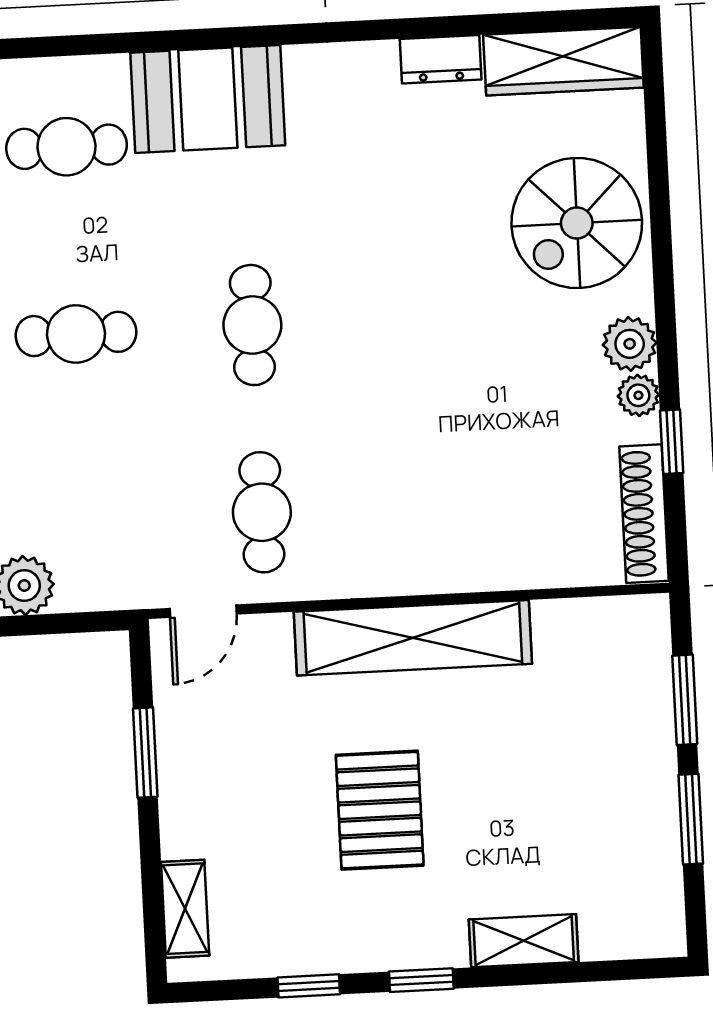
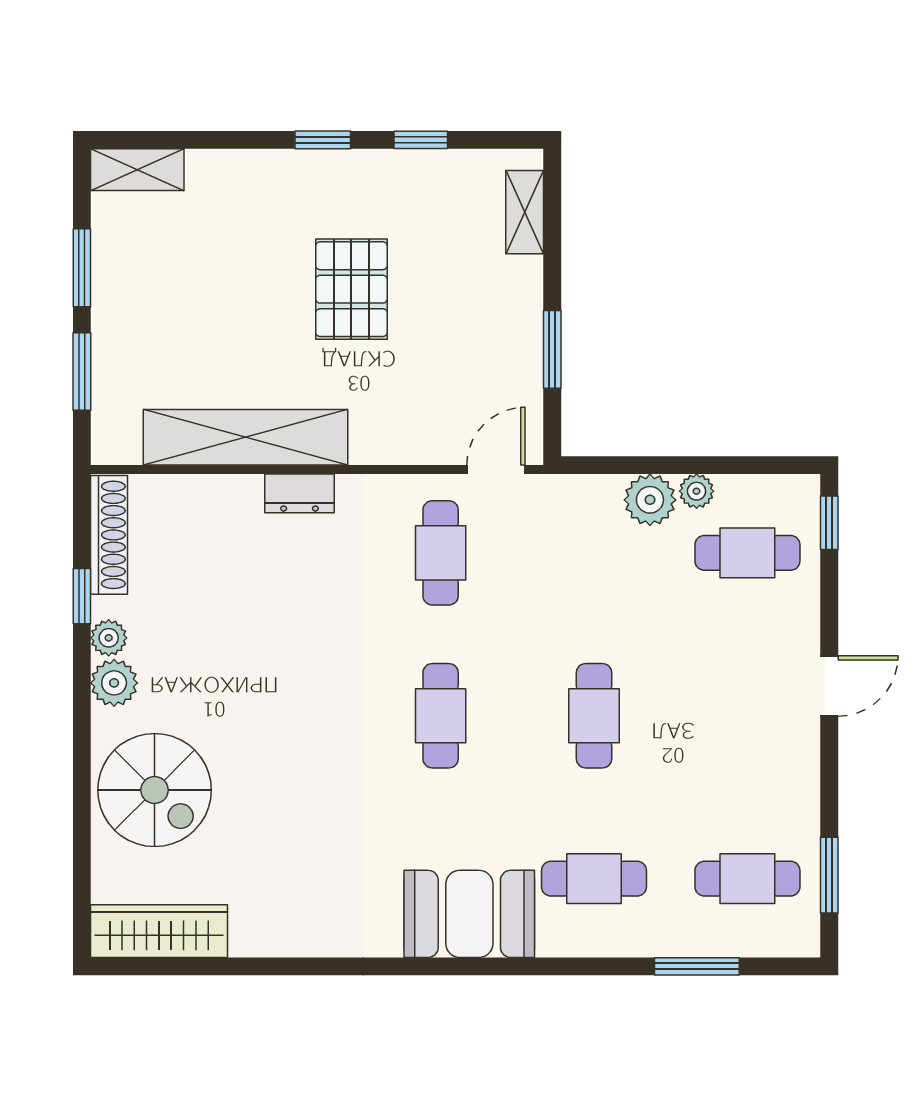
dresser: (441, 59) -> (299, 493), moved, turned 180
spiral stairs: (577, 223) -> (155, 790), turned 90
cafe table: (76, 334) -> (594, 716), turned 90
shelving: (413, 638) -> (245, 437), moved
shelving: (524, 941) -> (137, 170), moved

